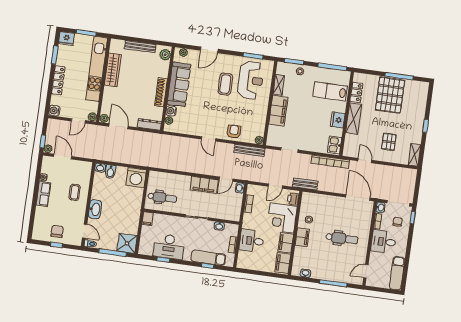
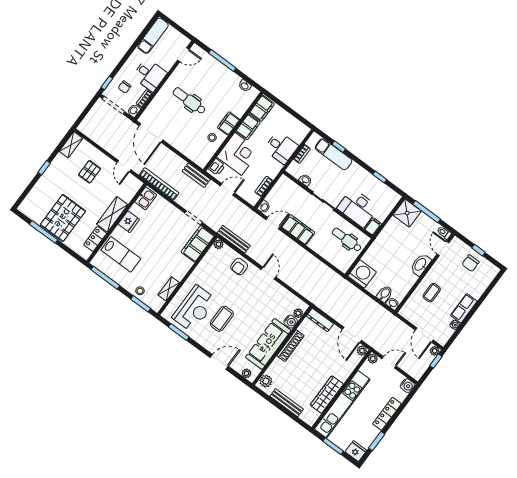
reception desk: (251, 80) -> (194, 309), turned 180
filing cabinet: (278, 111) -> (198, 244), moved
desk: (169, 247) -> (358, 208), moved, turned 180

